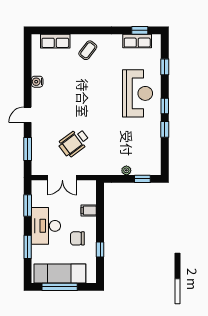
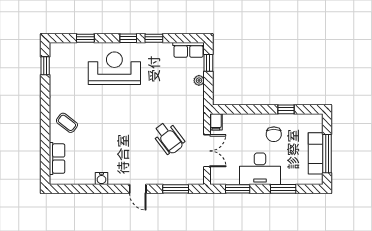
row of seats: (137, 41) -> (189, 50), moved, turned 90
filing cabinet: (89, 211) -> (216, 122), moved
exam couch: (60, 273) -> (316, 153), width x0.73, depth x0.69

